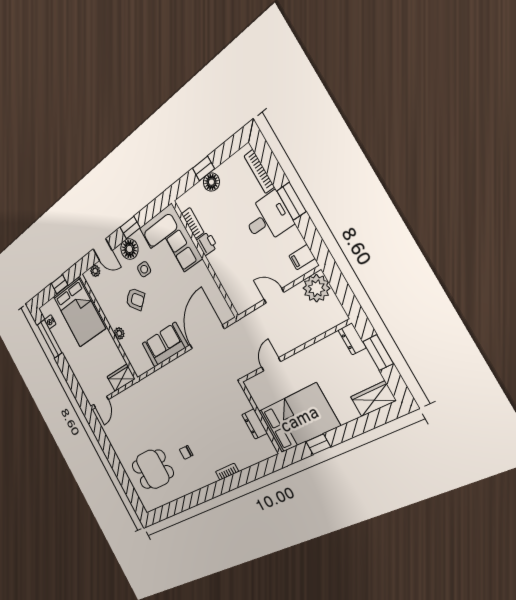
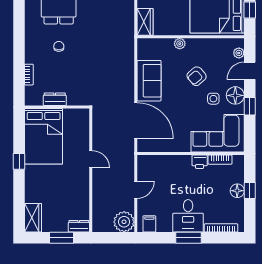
wall: (261, 418) -> (57, 107), moved
bed: (299, 418) -> (44, 136), moved
dresser: (255, 424) -> (55, 99), moved

